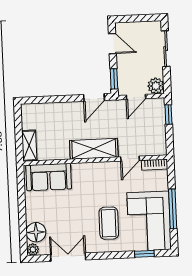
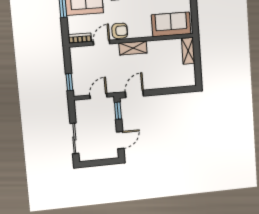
door: (112, 44) -> (120, 140), swing flipped
plant: (156, 86) -> (82, 106), removed
shelving: (94, 149) -> (133, 48), width x0.67, depth x0.75
armchair: (109, 172) -> (120, 31), added

